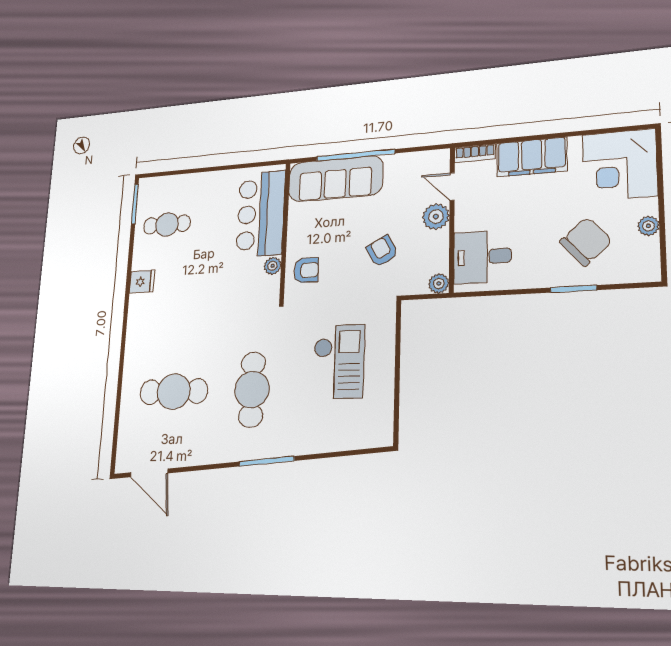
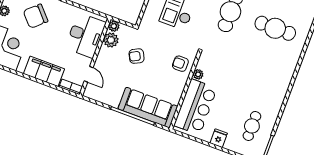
plant: (436, 217) -> (111, 40), moved
cafe table: (167, 224) -> (252, 126), turned 90
armchair: (382, 251) -> (137, 56), turned 92
desk: (482, 257) -> (86, 35), width x1.37
fridge: (142, 281) -> (219, 138), moved, turned 90

